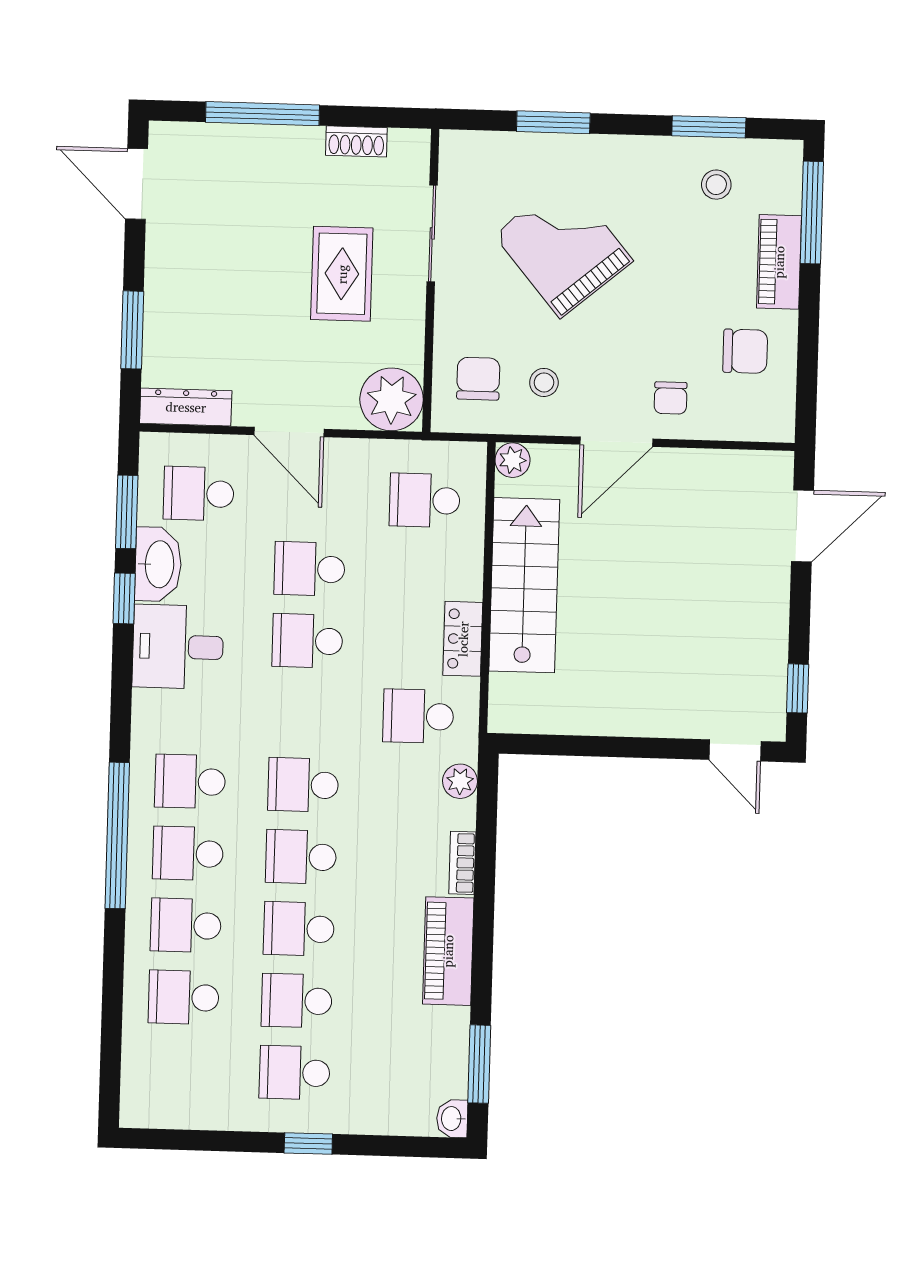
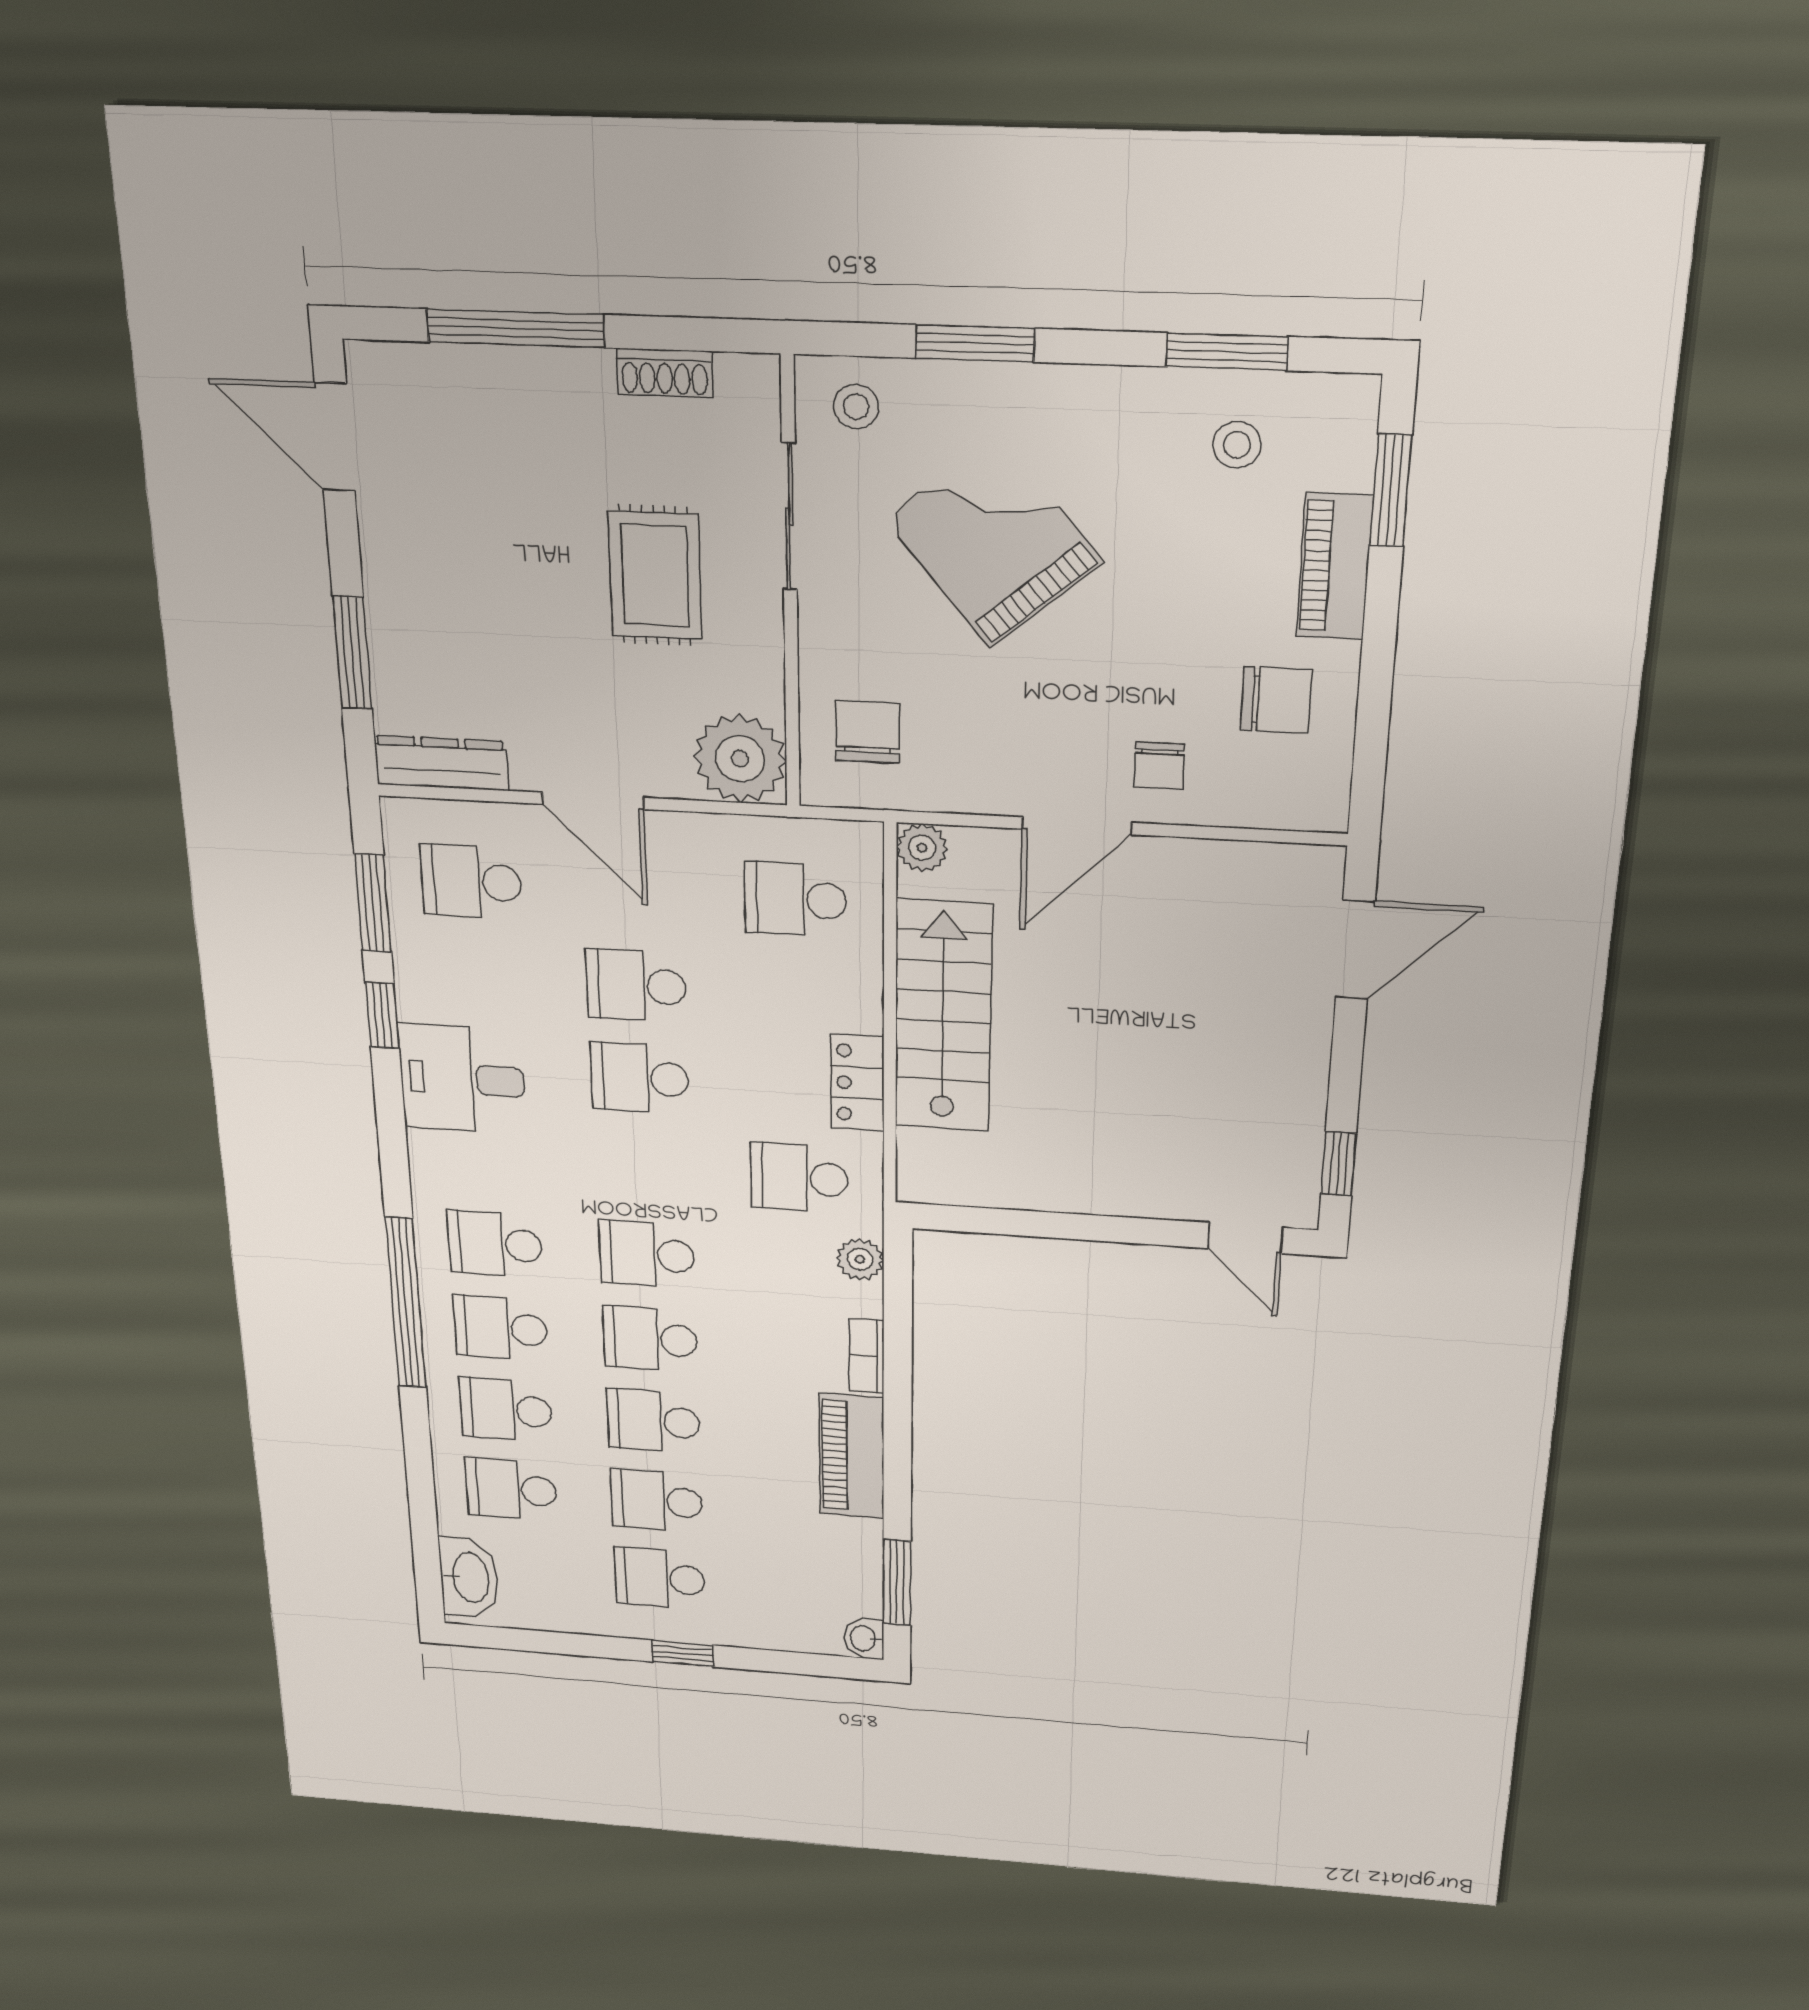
window: (812, 213) -> (1391, 490), width x0.69
stool: (544, 382) -> (856, 407), moved
washbasin: (158, 564) -> (469, 1577), moved

